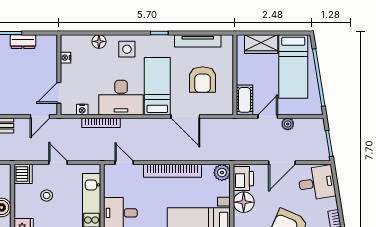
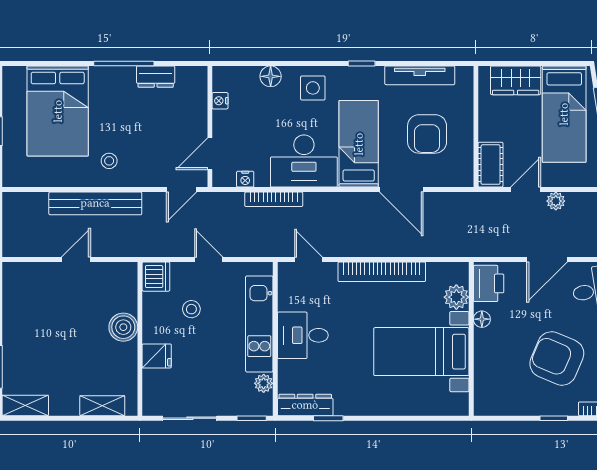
plant: (222, 173) -> (456, 297), moved
floor lamp: (244, 202) -> (482, 319), width x0.53, depth x0.53

